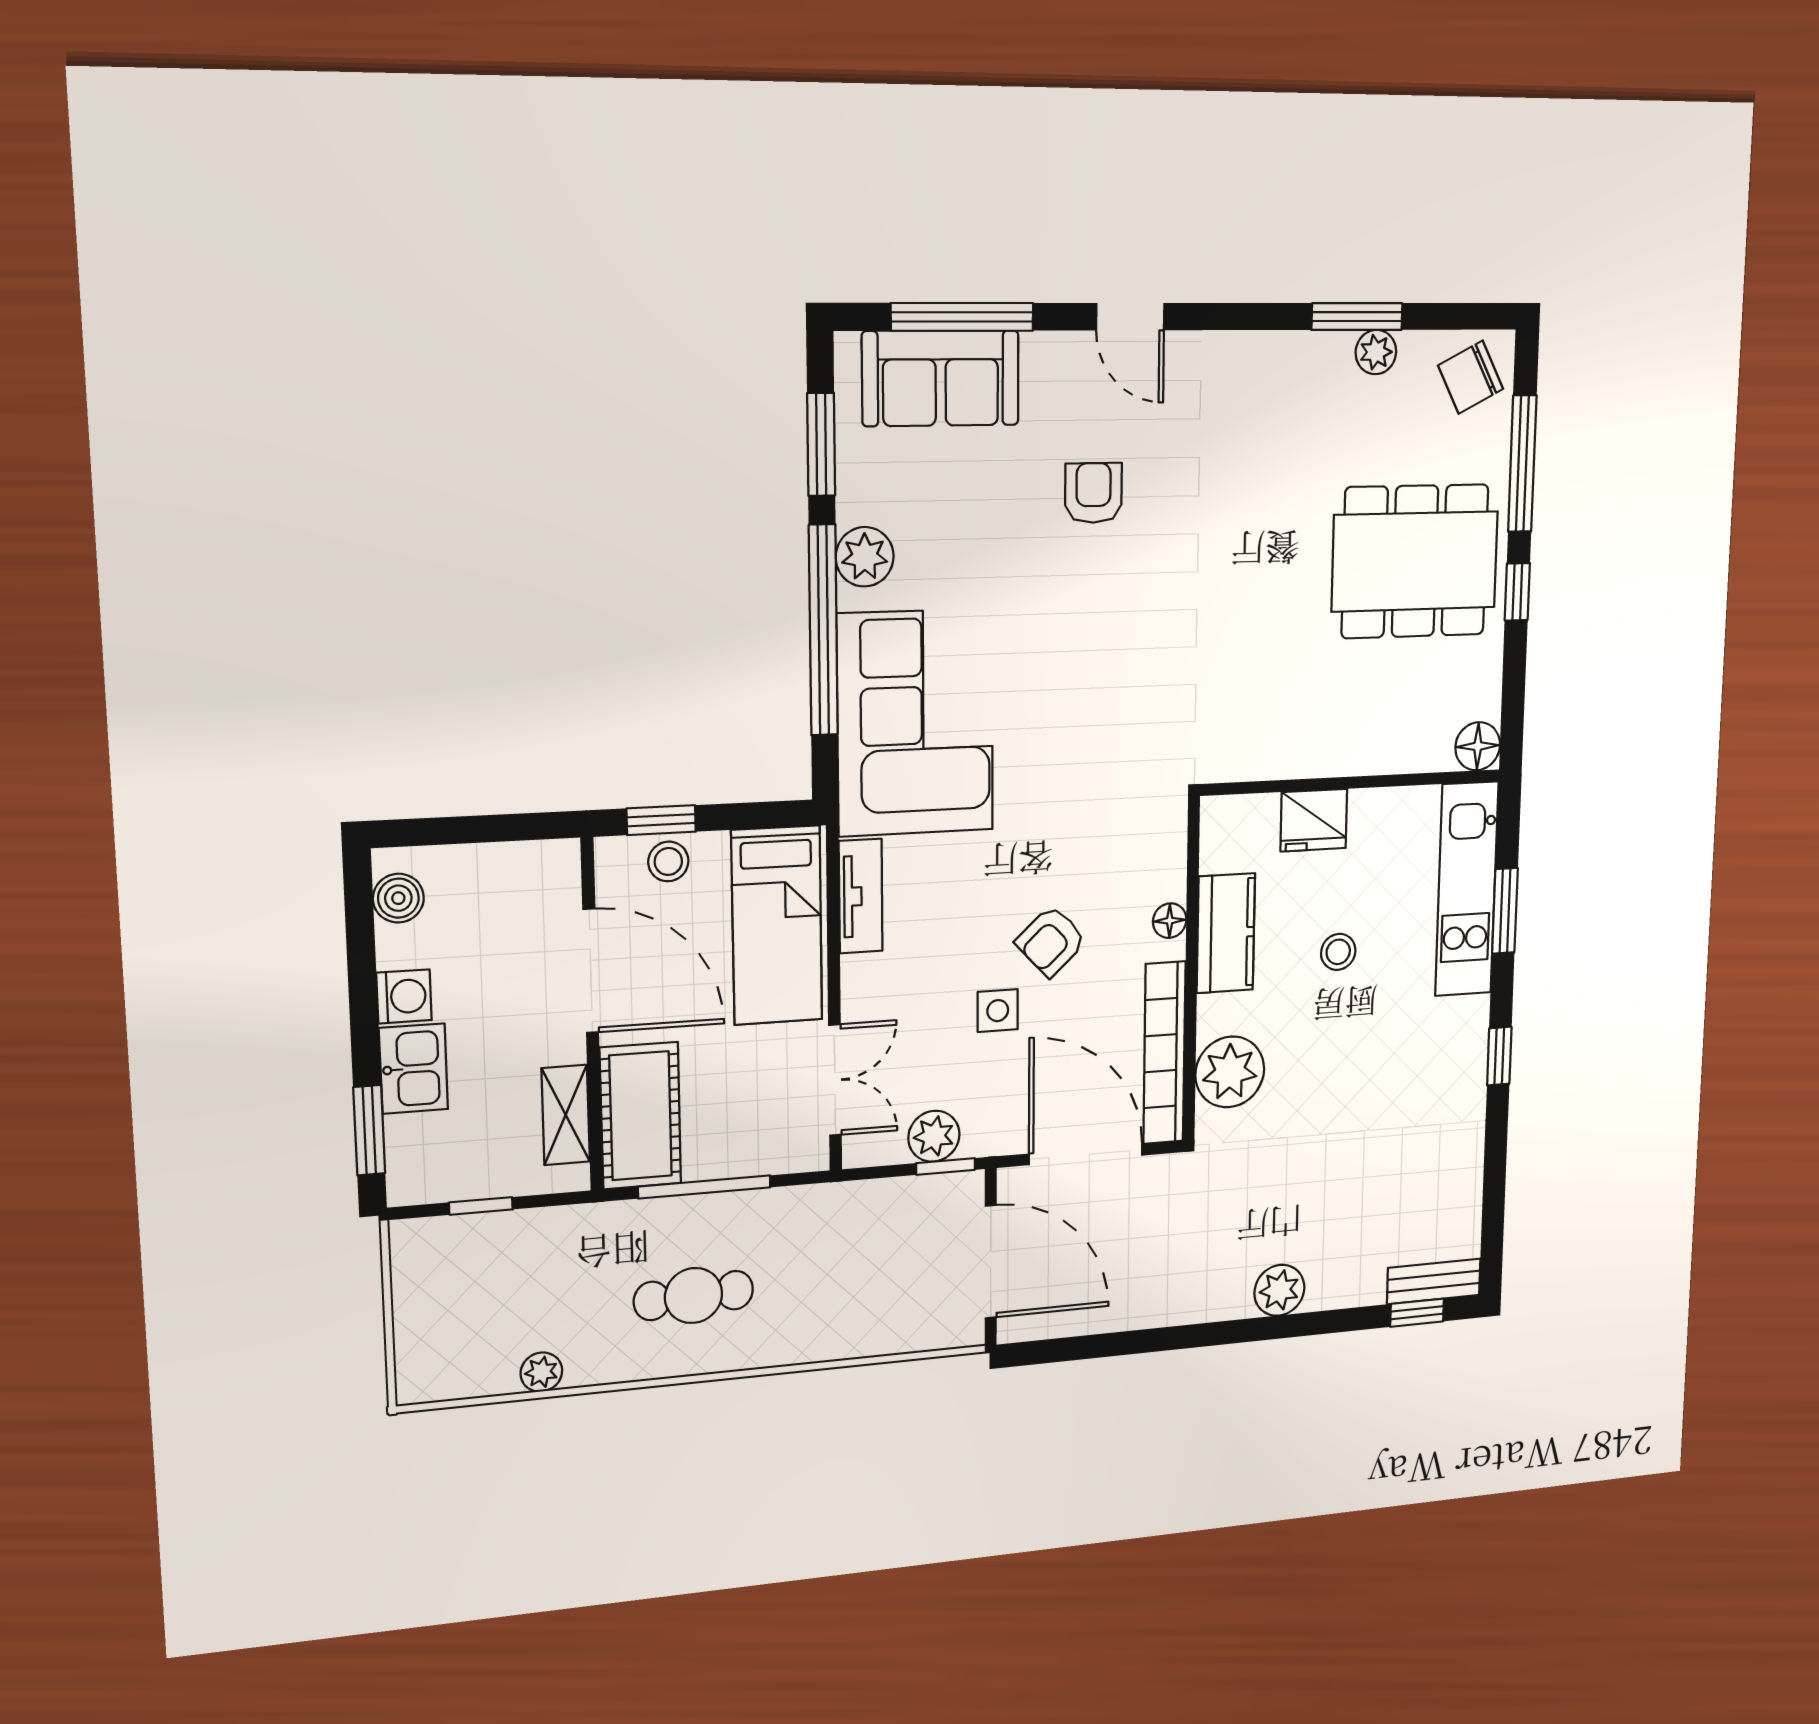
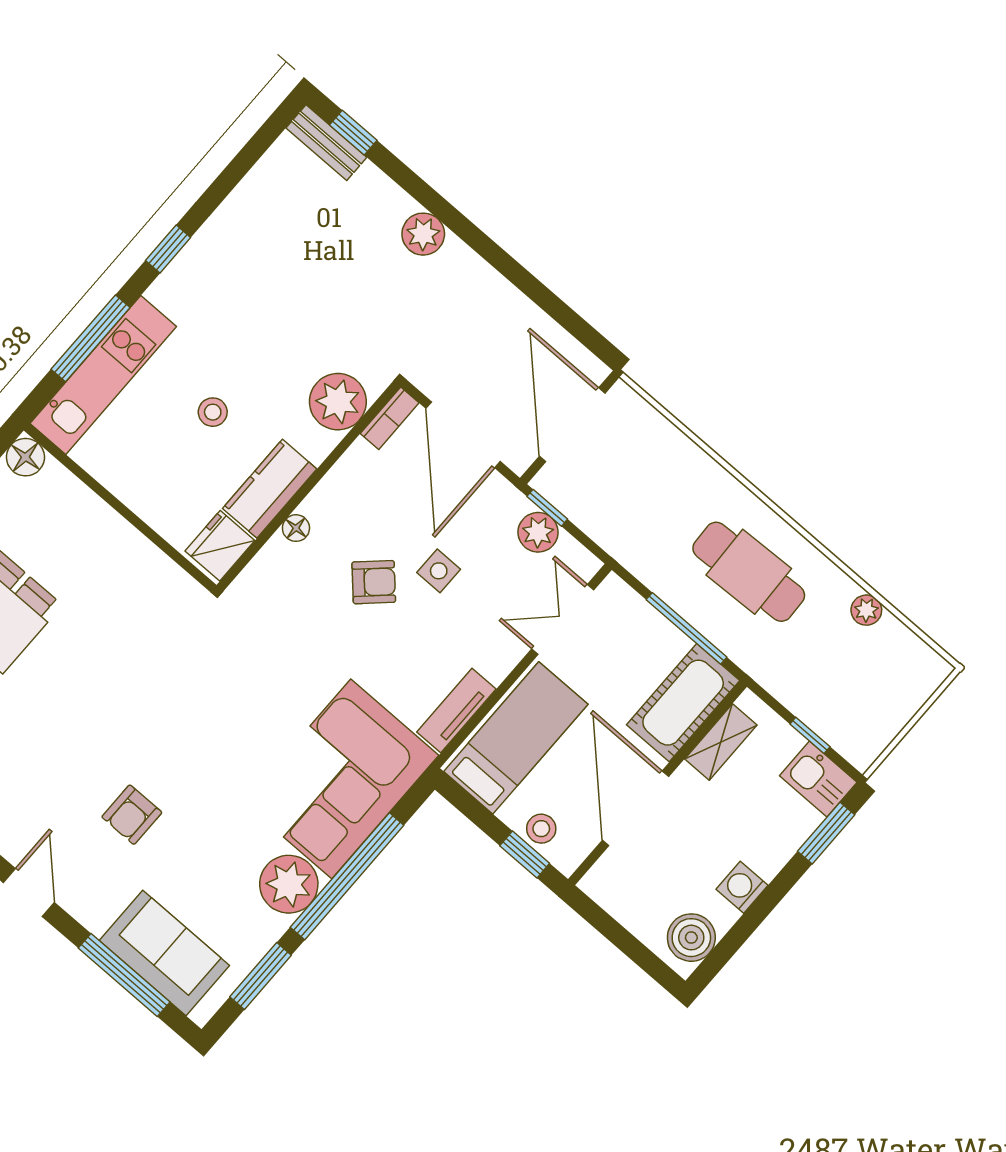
plant: (865, 557) -> (289, 884), width x1.36, depth x1.36
fridge: (1314, 820) -> (220, 546), moved, turned -90
boiler: (398, 898) -> (691, 938), width x1.36, depth x1.36
window: (1505, 911) -> (91, 338), width x1.44
bookcase: (1164, 1053) -> (390, 418), width x0.43, depth x0.76
kitchen sink: (414, 1069) -> (818, 779), moved, turned -90
cafe table: (693, 1296) -> (749, 572), width x1.37, depth x1.35

